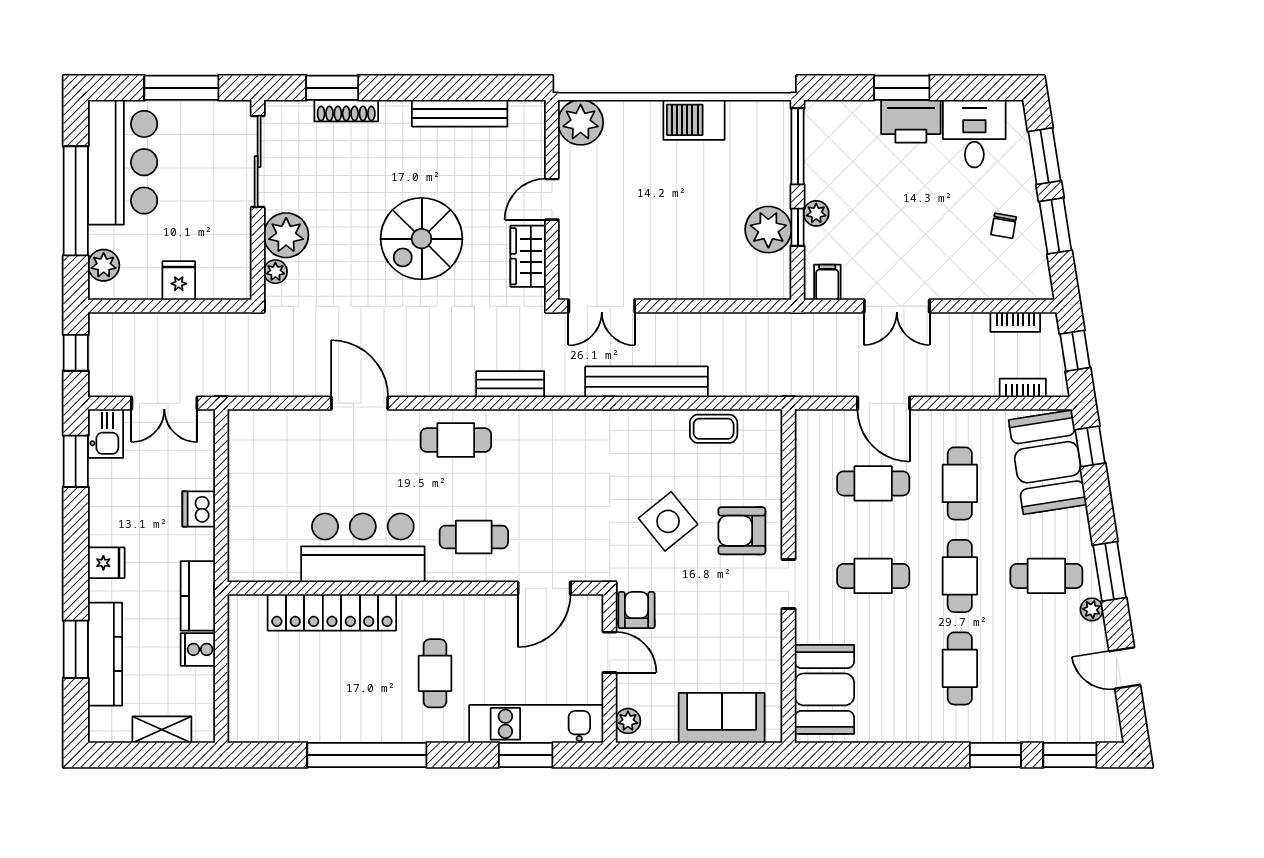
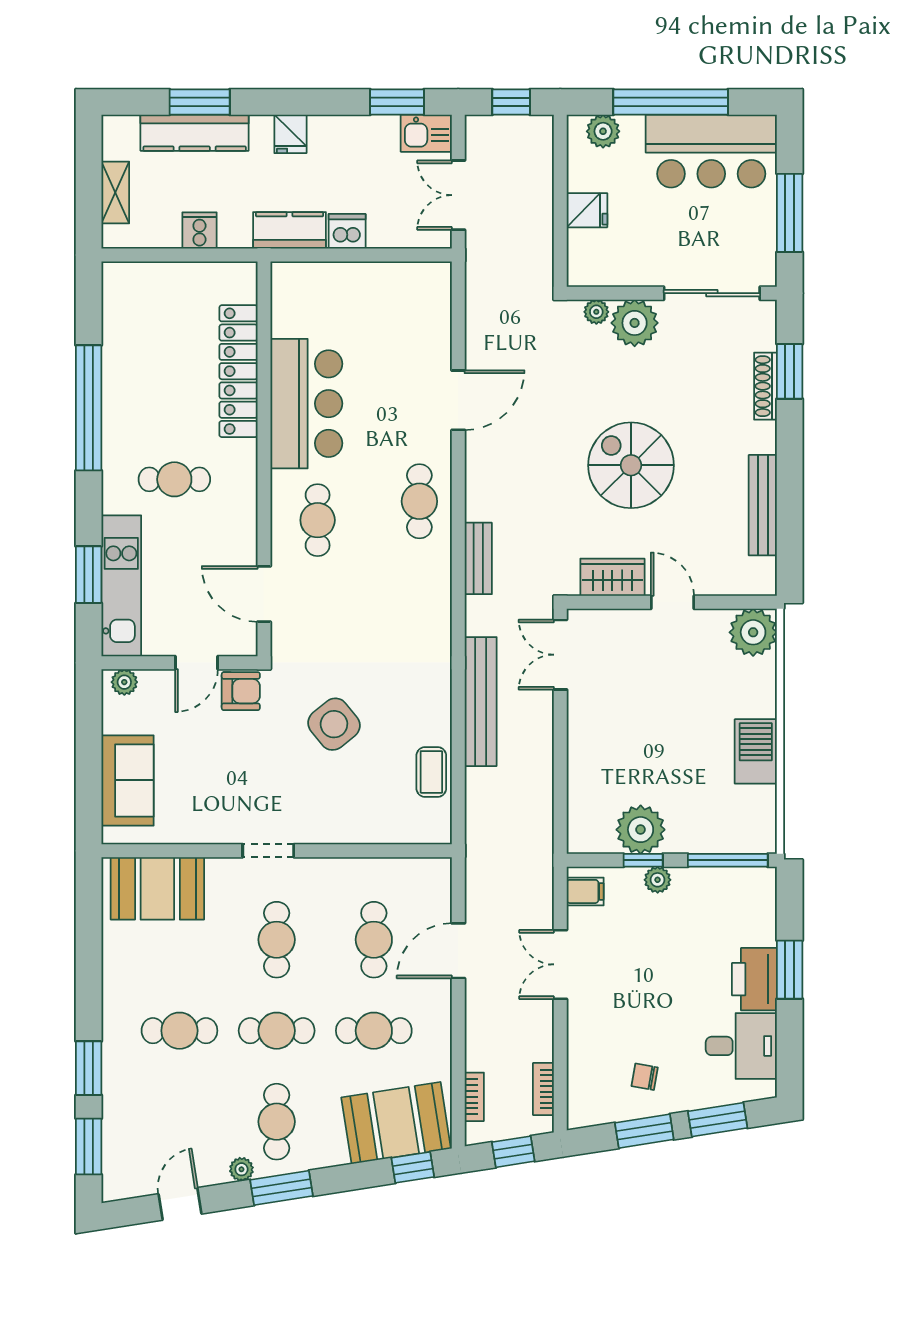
armchair: (742, 531) -> (324, 802), removed
kitchen counter: (198, 596) -> (290, 230), moved

